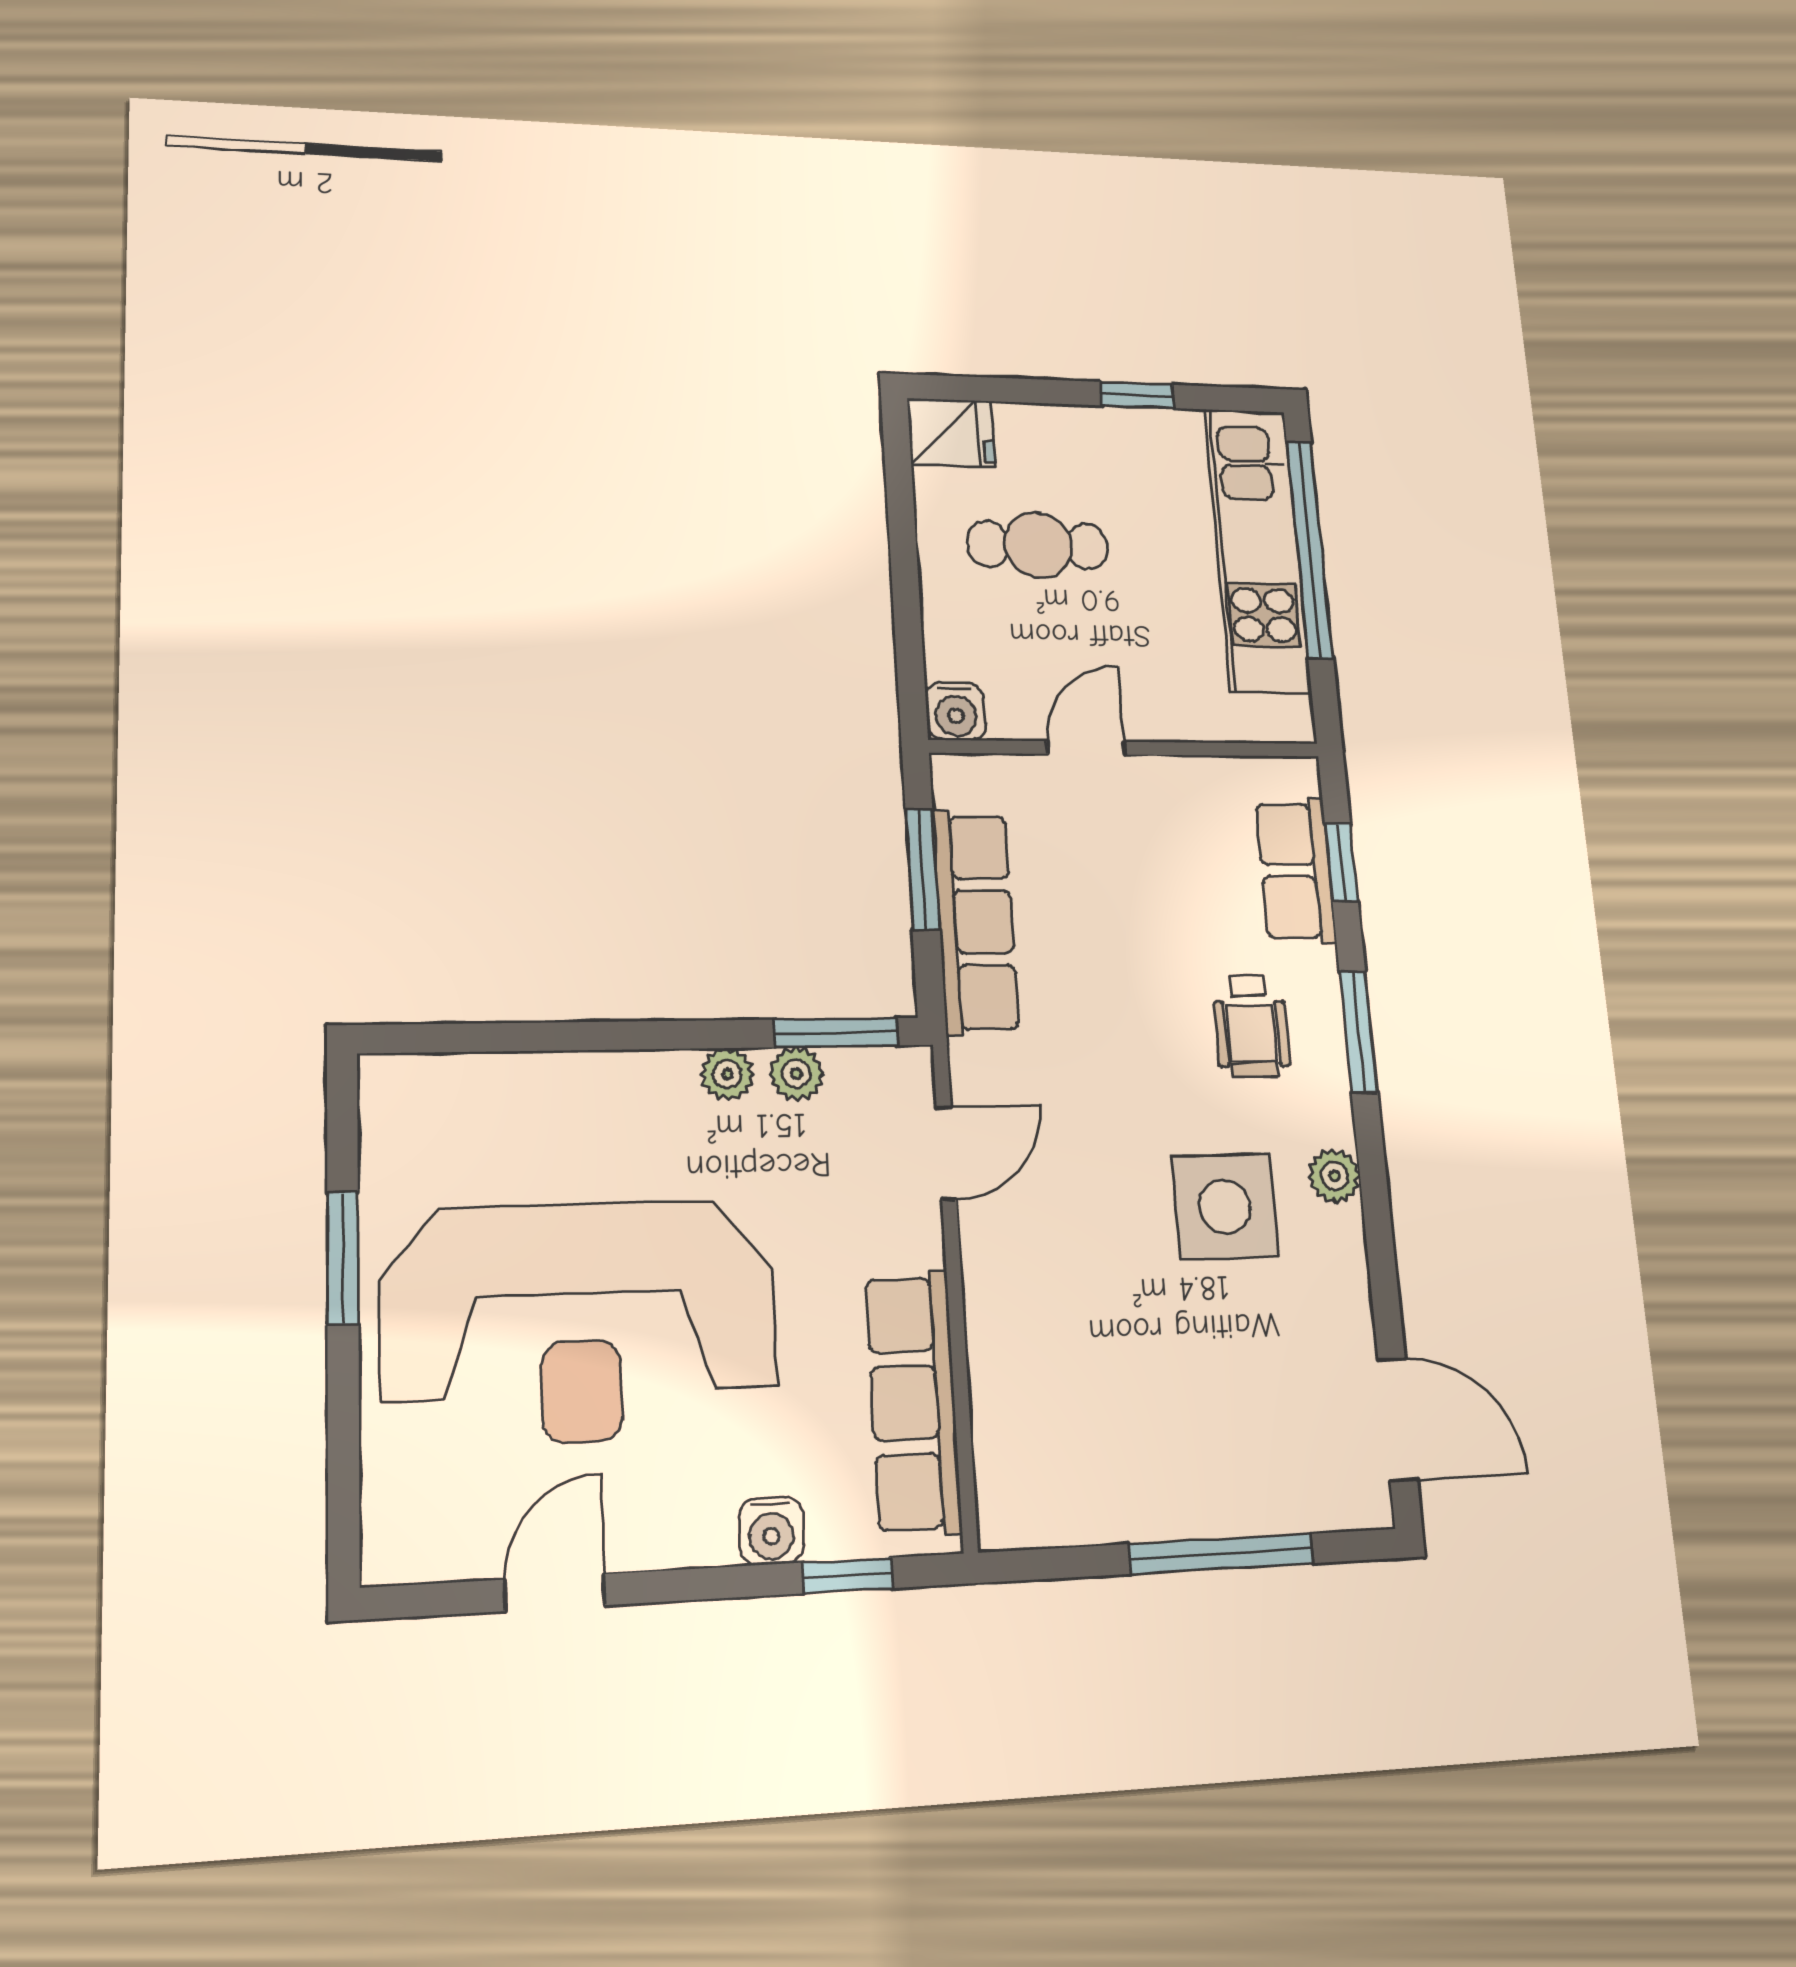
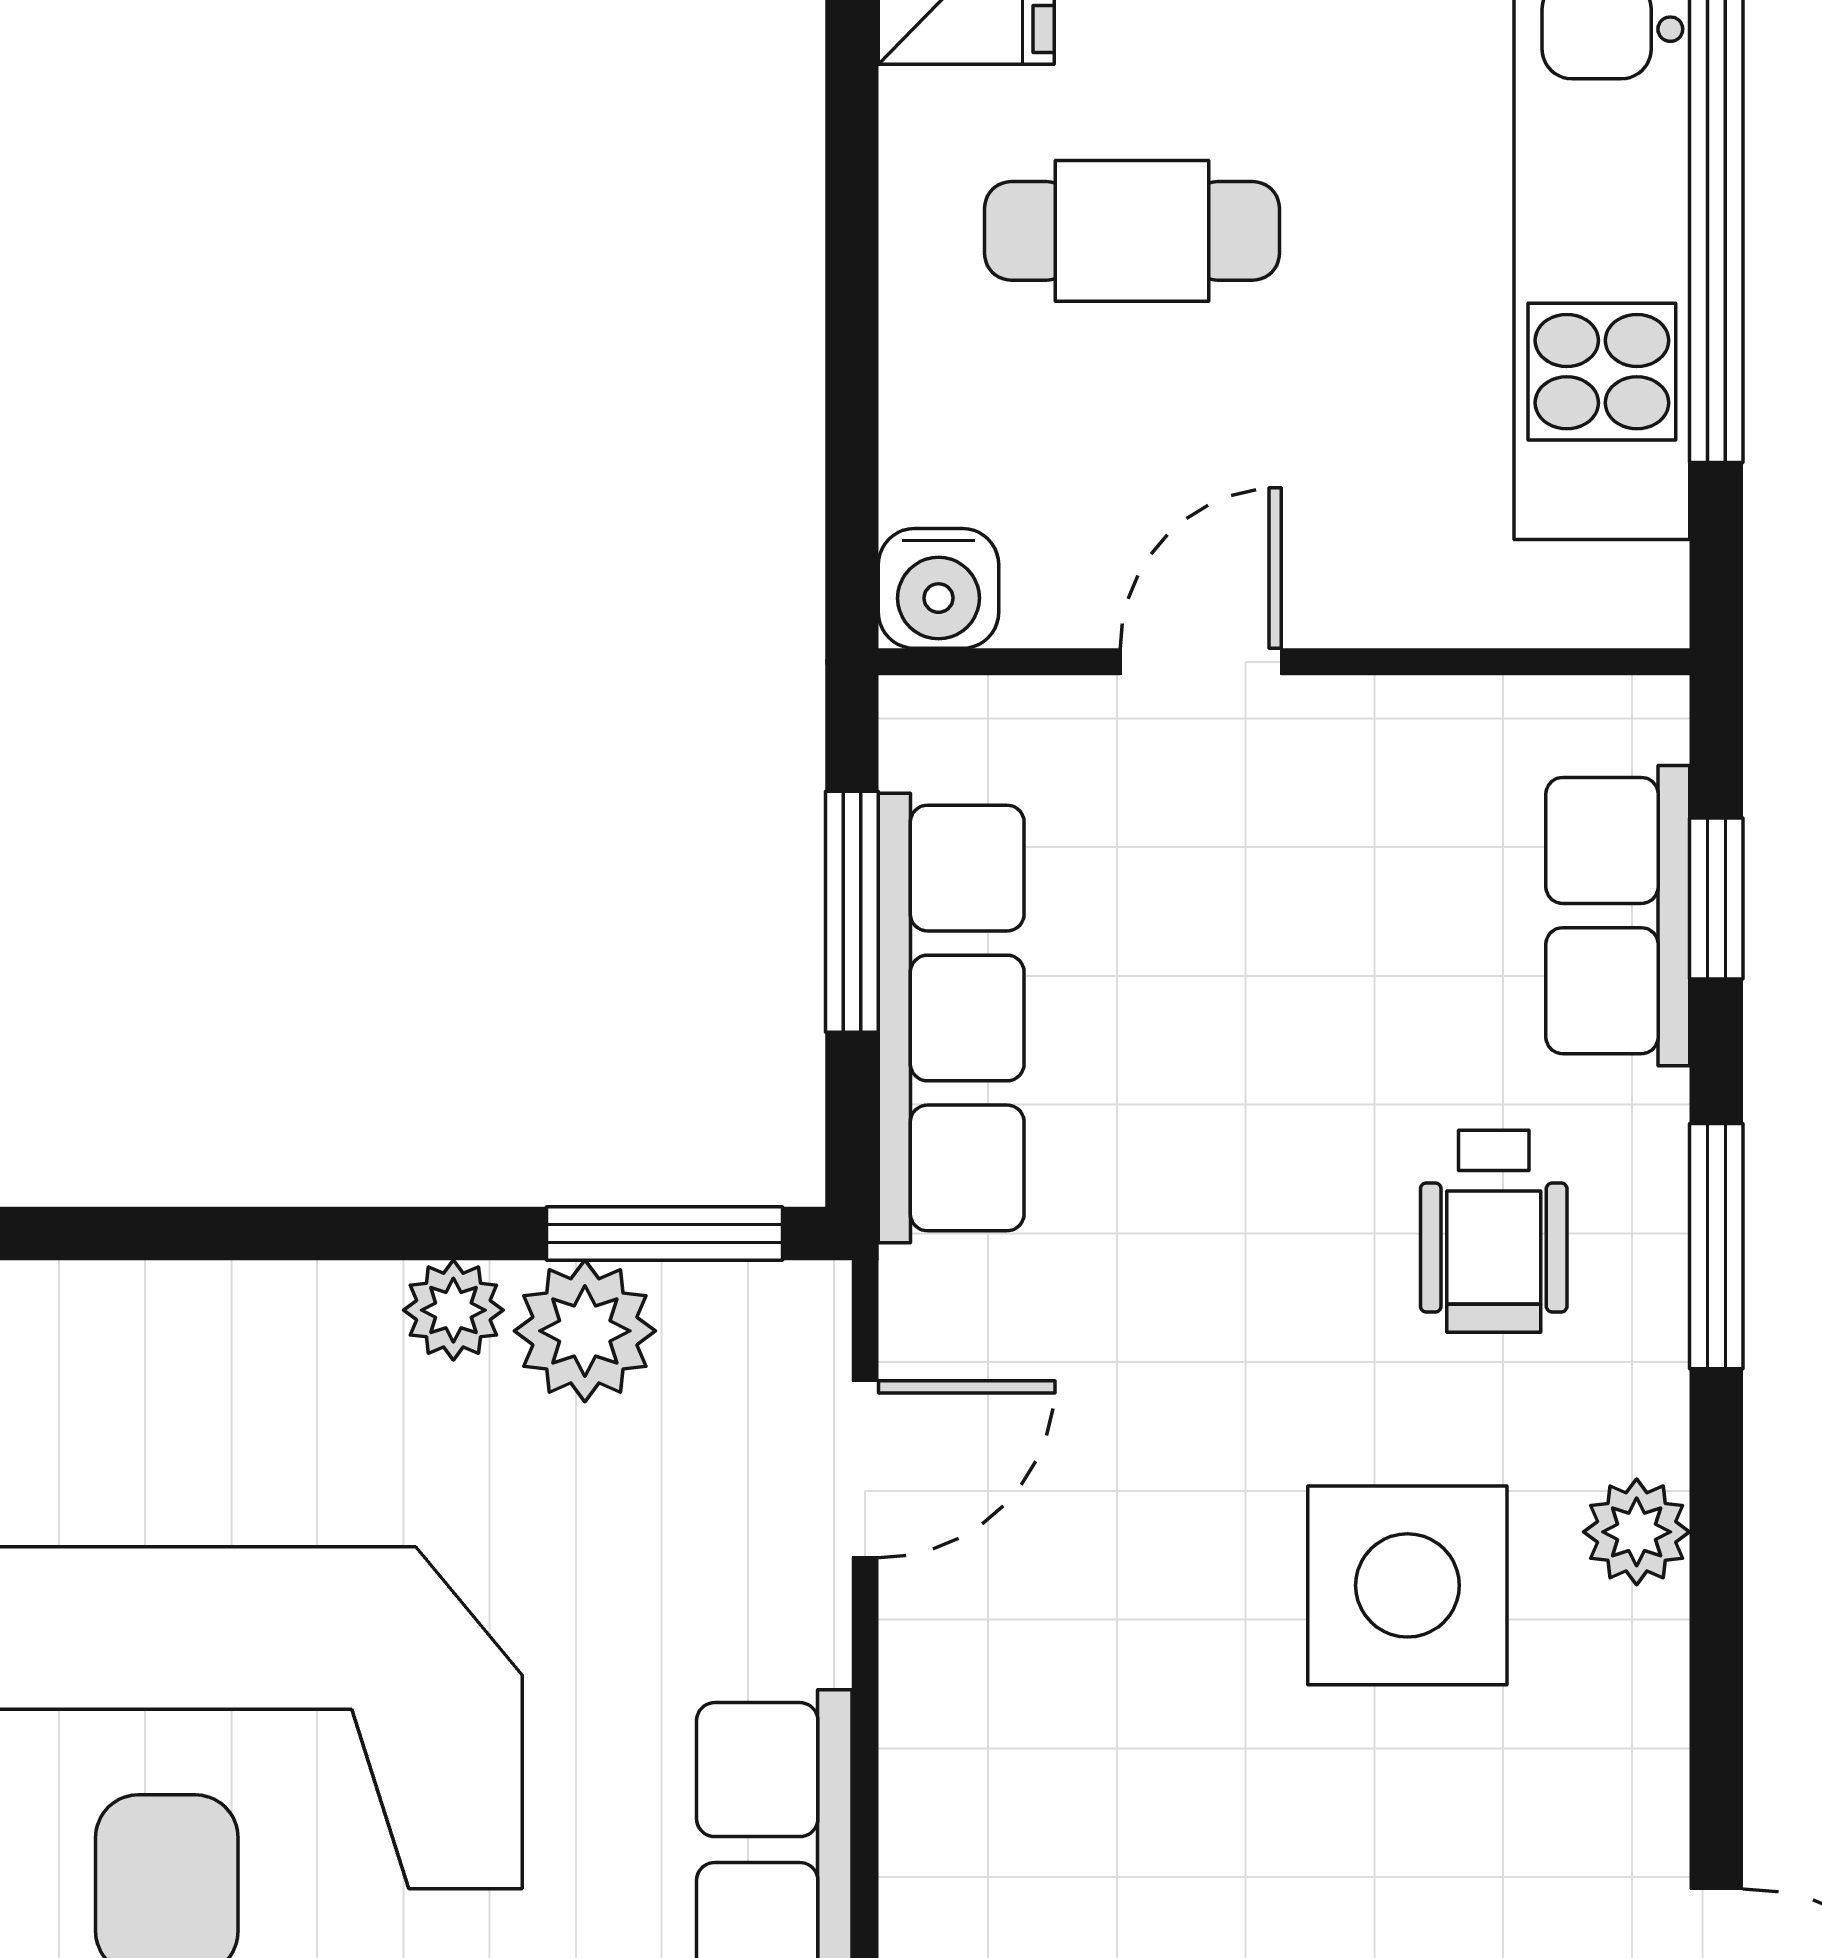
plant: (796, 1074) -> (585, 1331), width x1.38, depth x1.38

